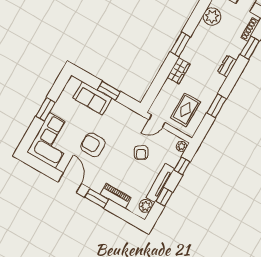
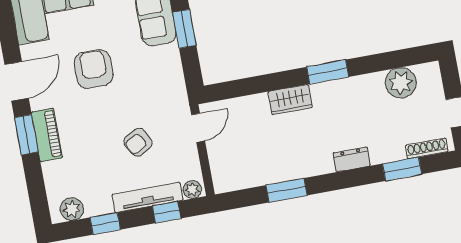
rug: (185, 110) -> (246, 153), removed
door: (157, 121) -> (198, 128), swing flipped
tv unit: (160, 183) -> (148, 197), moved
piano: (116, 196) -> (47, 135), moved

